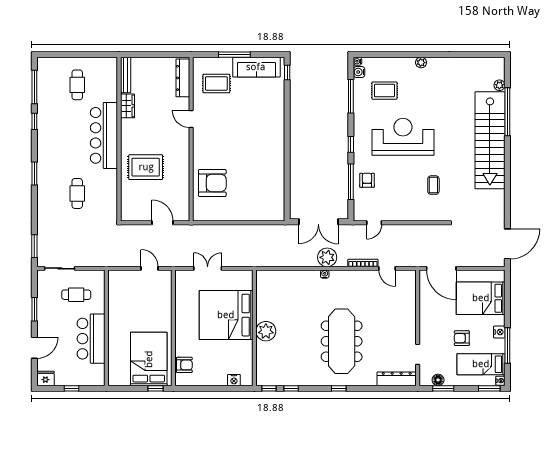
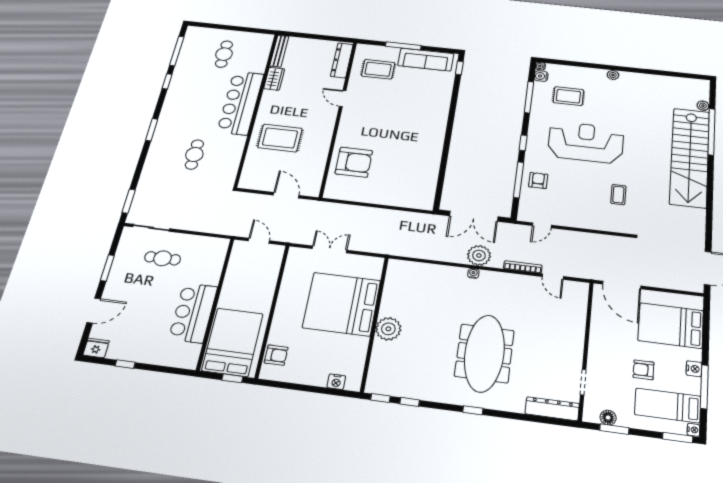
wall: (106, 328) -> (216, 303), moved
bar counter: (91, 339) -> (193, 313), moved

